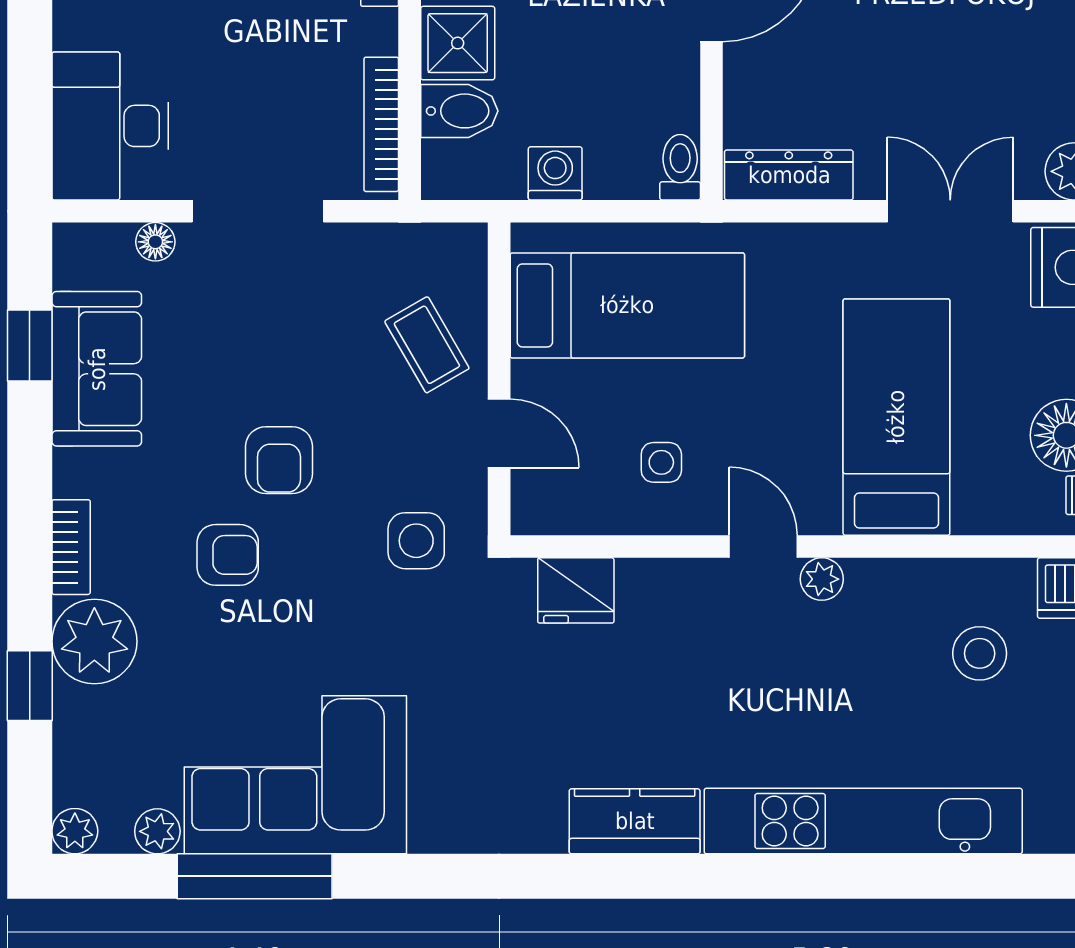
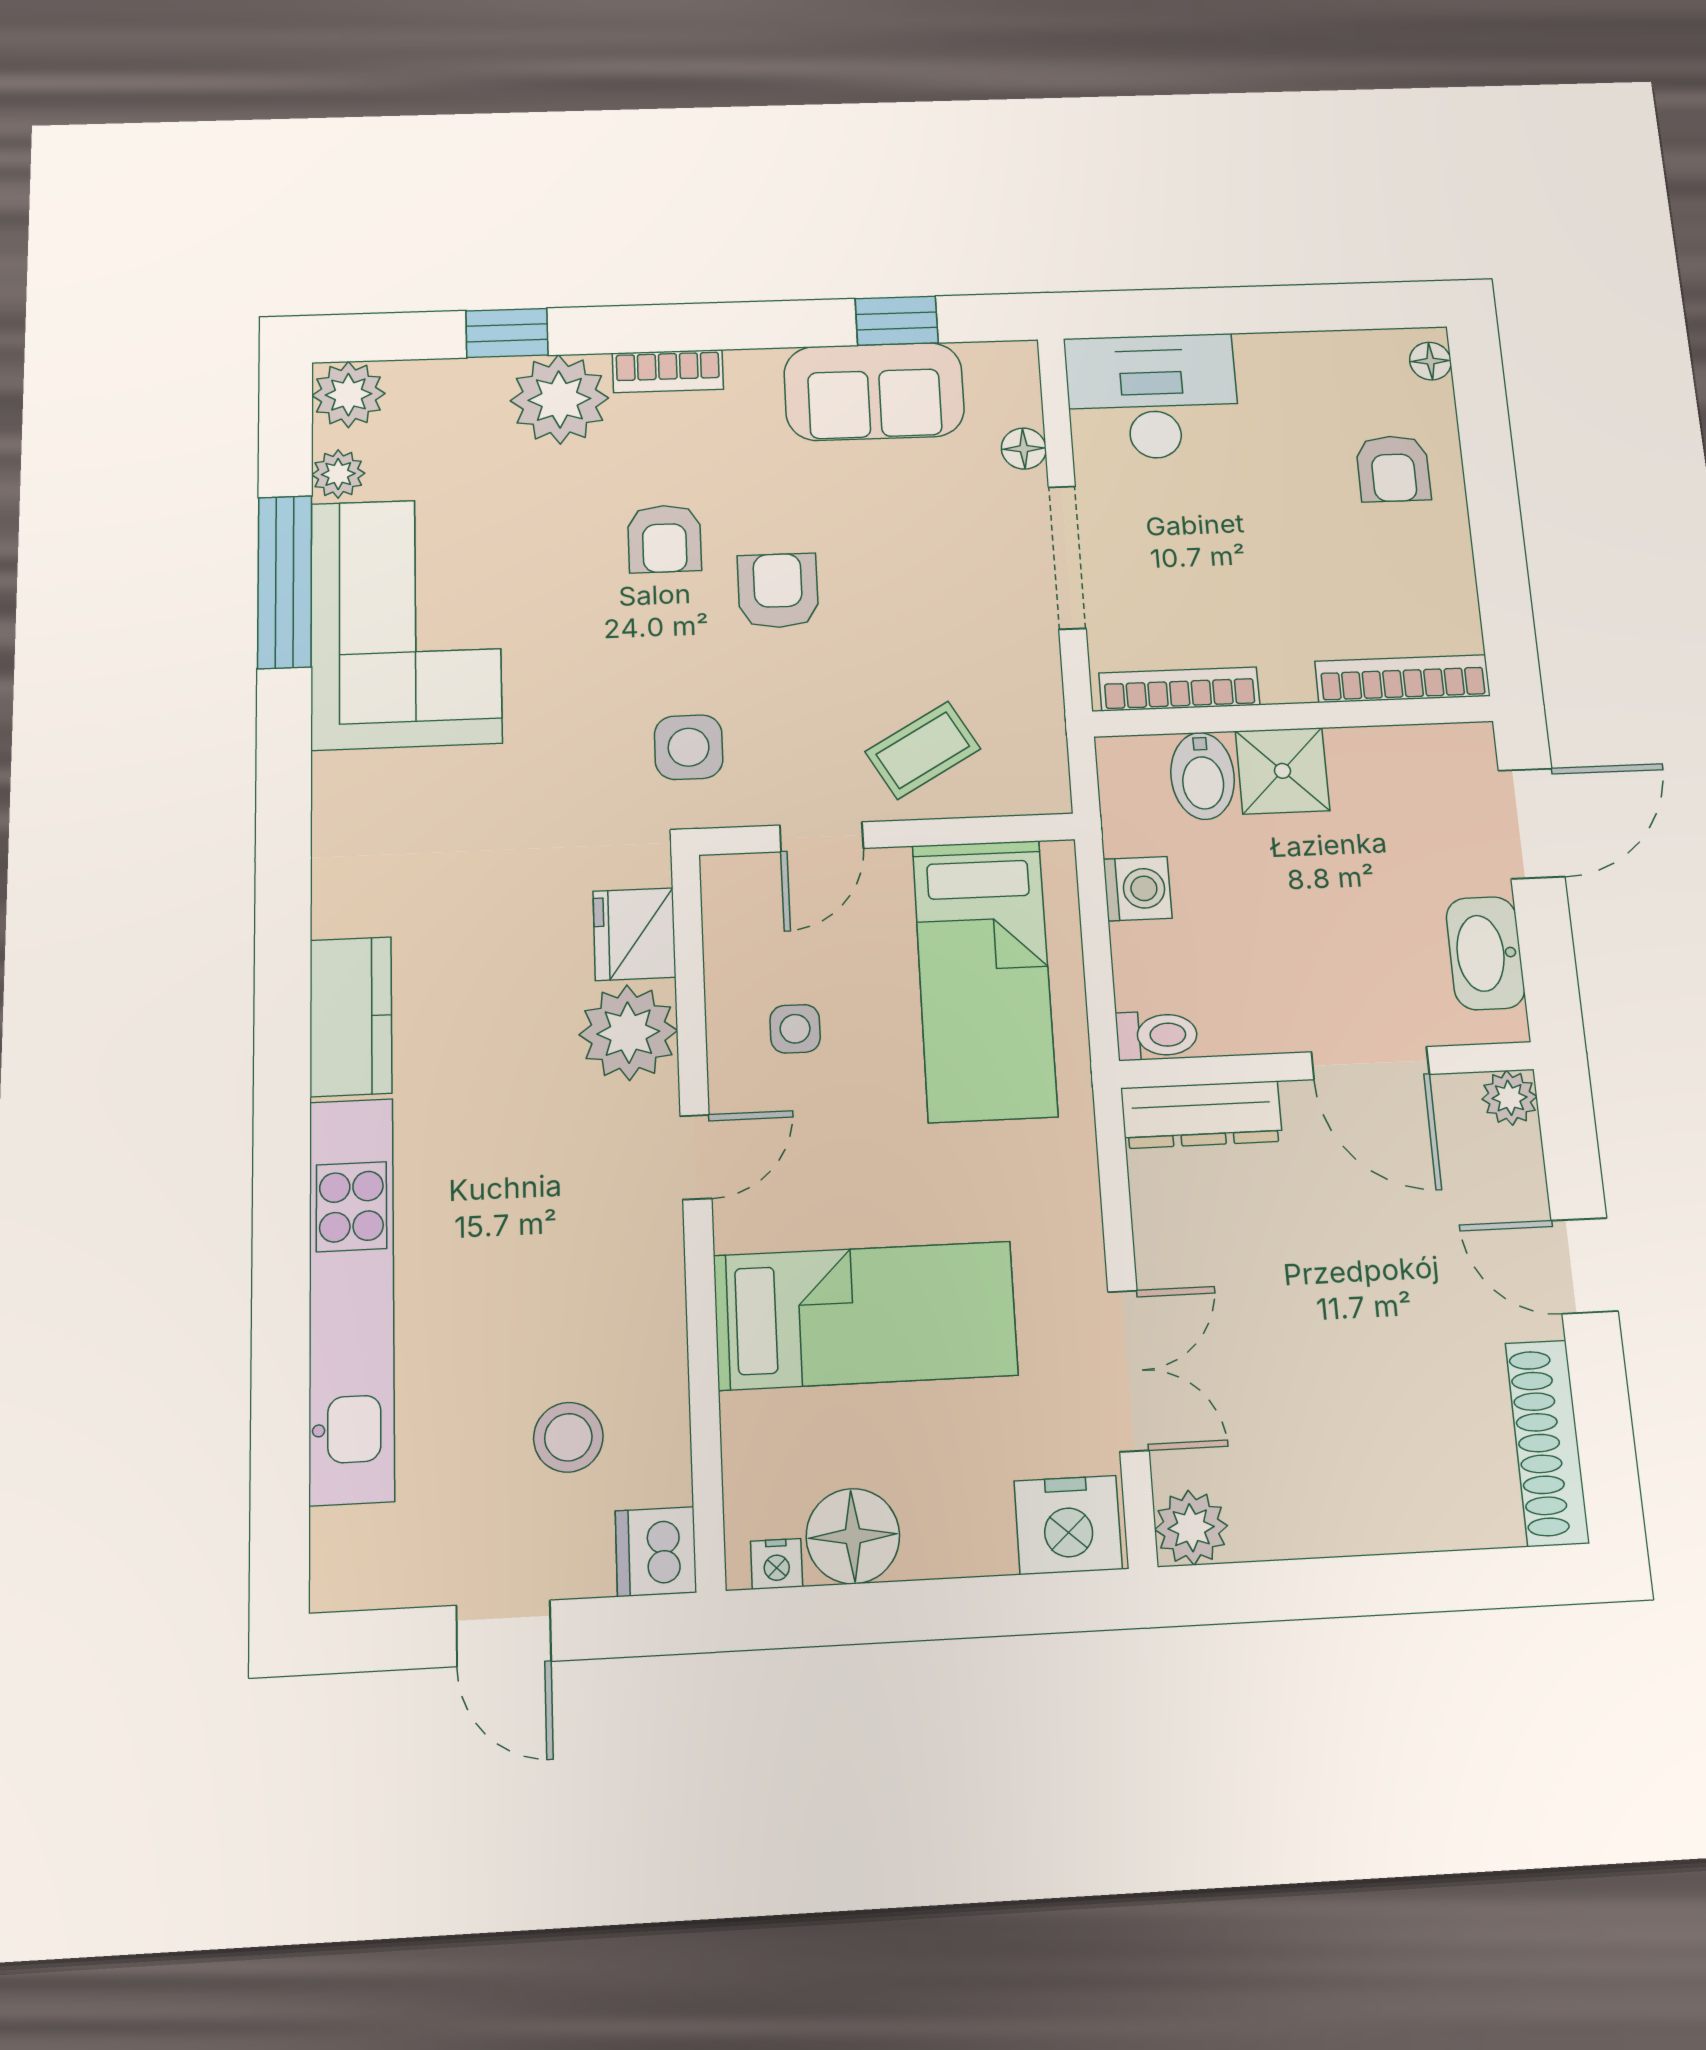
dresser: (789, 175) -> (1202, 1115), moved, turned 90
armchair: (279, 460) -> (778, 591), turned 90
plant: (822, 579) -> (628, 1033), moved, width x1.88, depth x1.88
plant: (75, 831) -> (348, 394), width x1.38, depth x1.38

